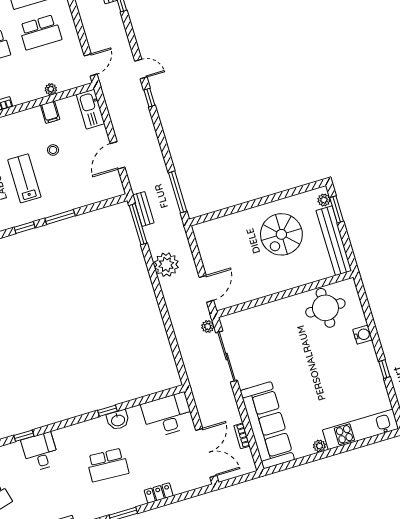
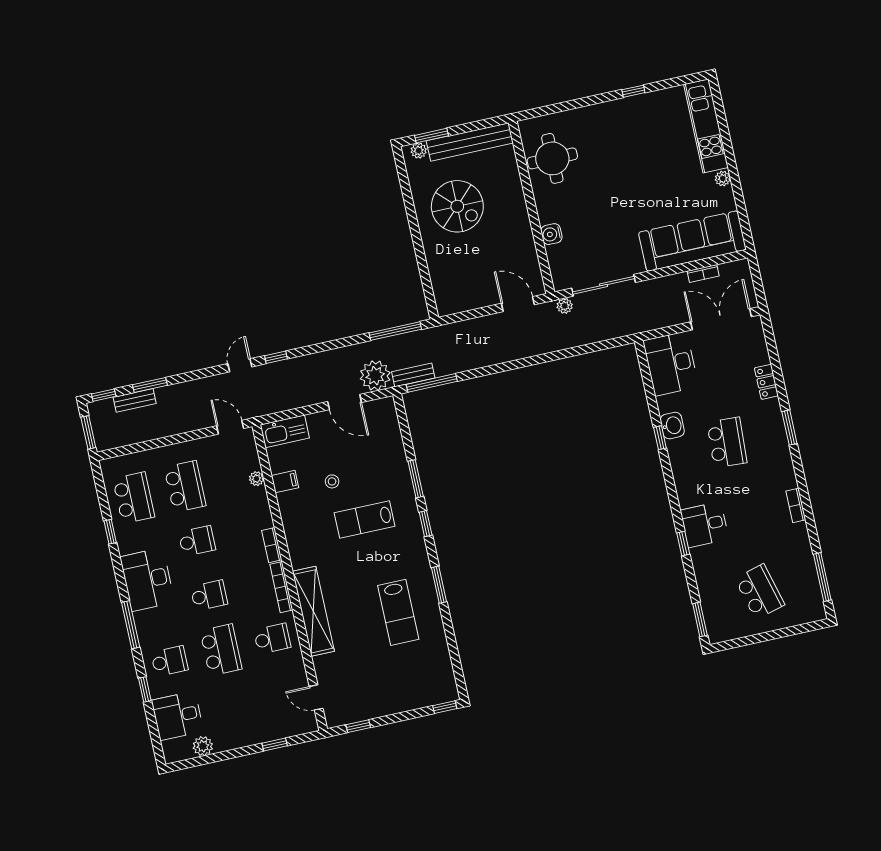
plant: (166, 265) -> (375, 376), moved
water cooler: (363, 335) -> (551, 234), moved, turned -90

